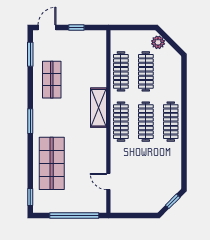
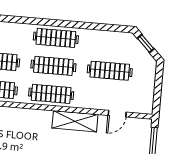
shelving: (98, 108) -> (75, 121), moved
clothes rail: (146, 172) -> (110, 71), added

